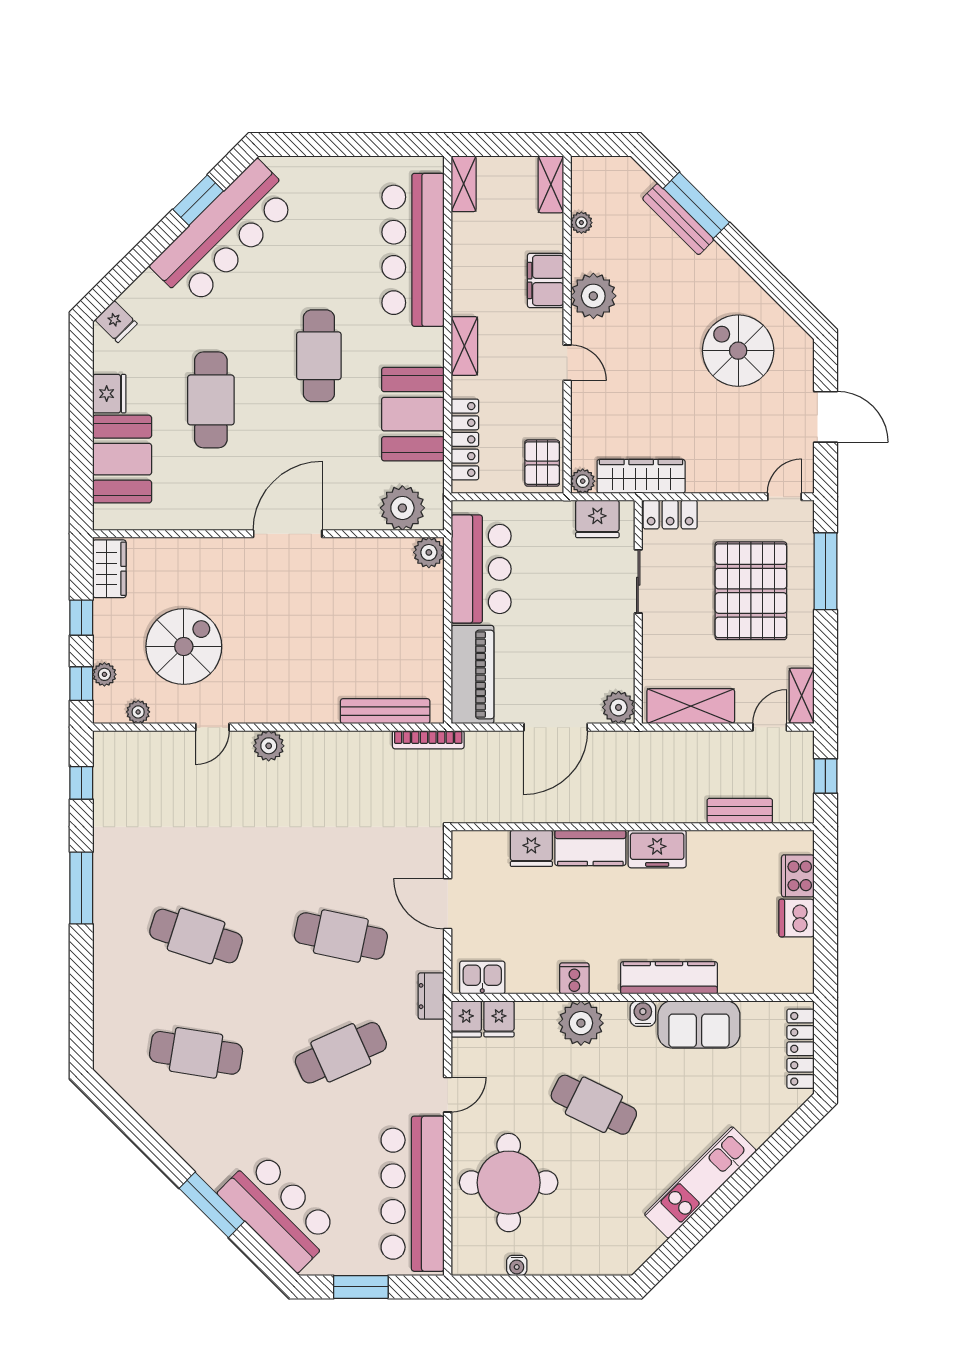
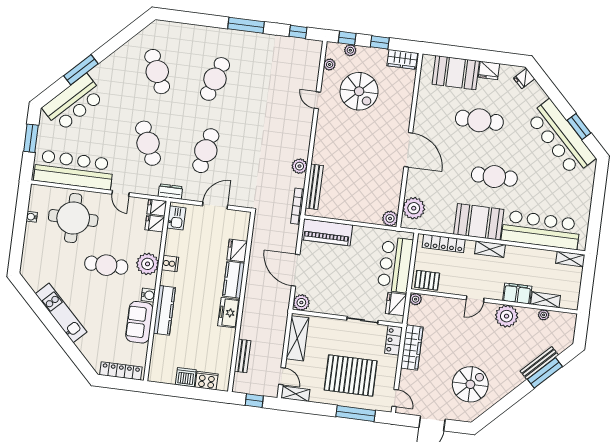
shelving: (551, 184) -> (546, 300), moved
booth: (413, 414) -> (479, 222), moved
wardrobe: (641, 476) -> (412, 348), moved
bar counter: (481, 569) -> (395, 265), moved, turned 90
plant: (269, 746) -> (299, 166), moved
cafe table: (196, 1053) -> (157, 72), turned -33
cafe table: (594, 1105) -> (106, 265), turned 64

